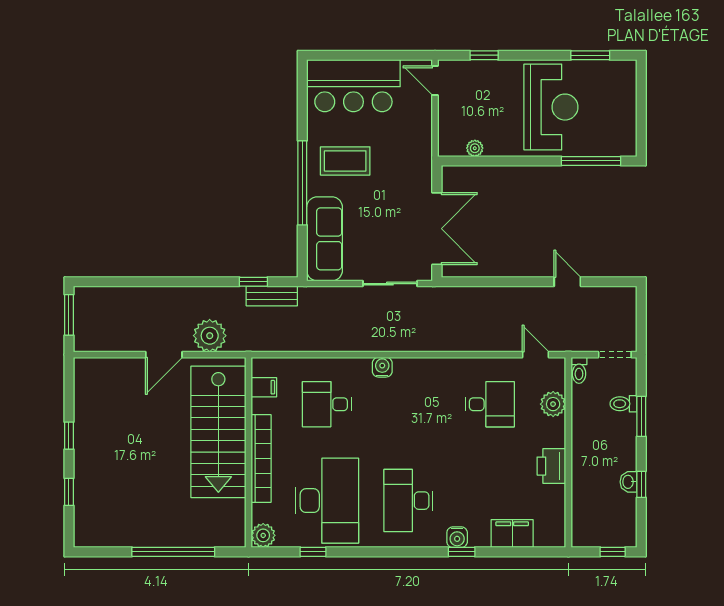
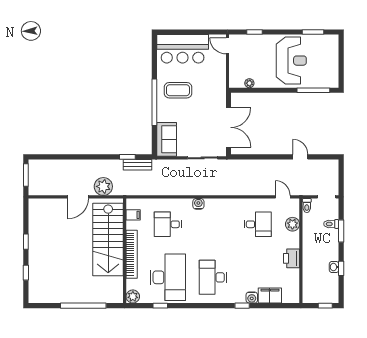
sofa: (325, 239) -> (167, 139), width x0.73
water cooler: (457, 537) -> (252, 298), moved

